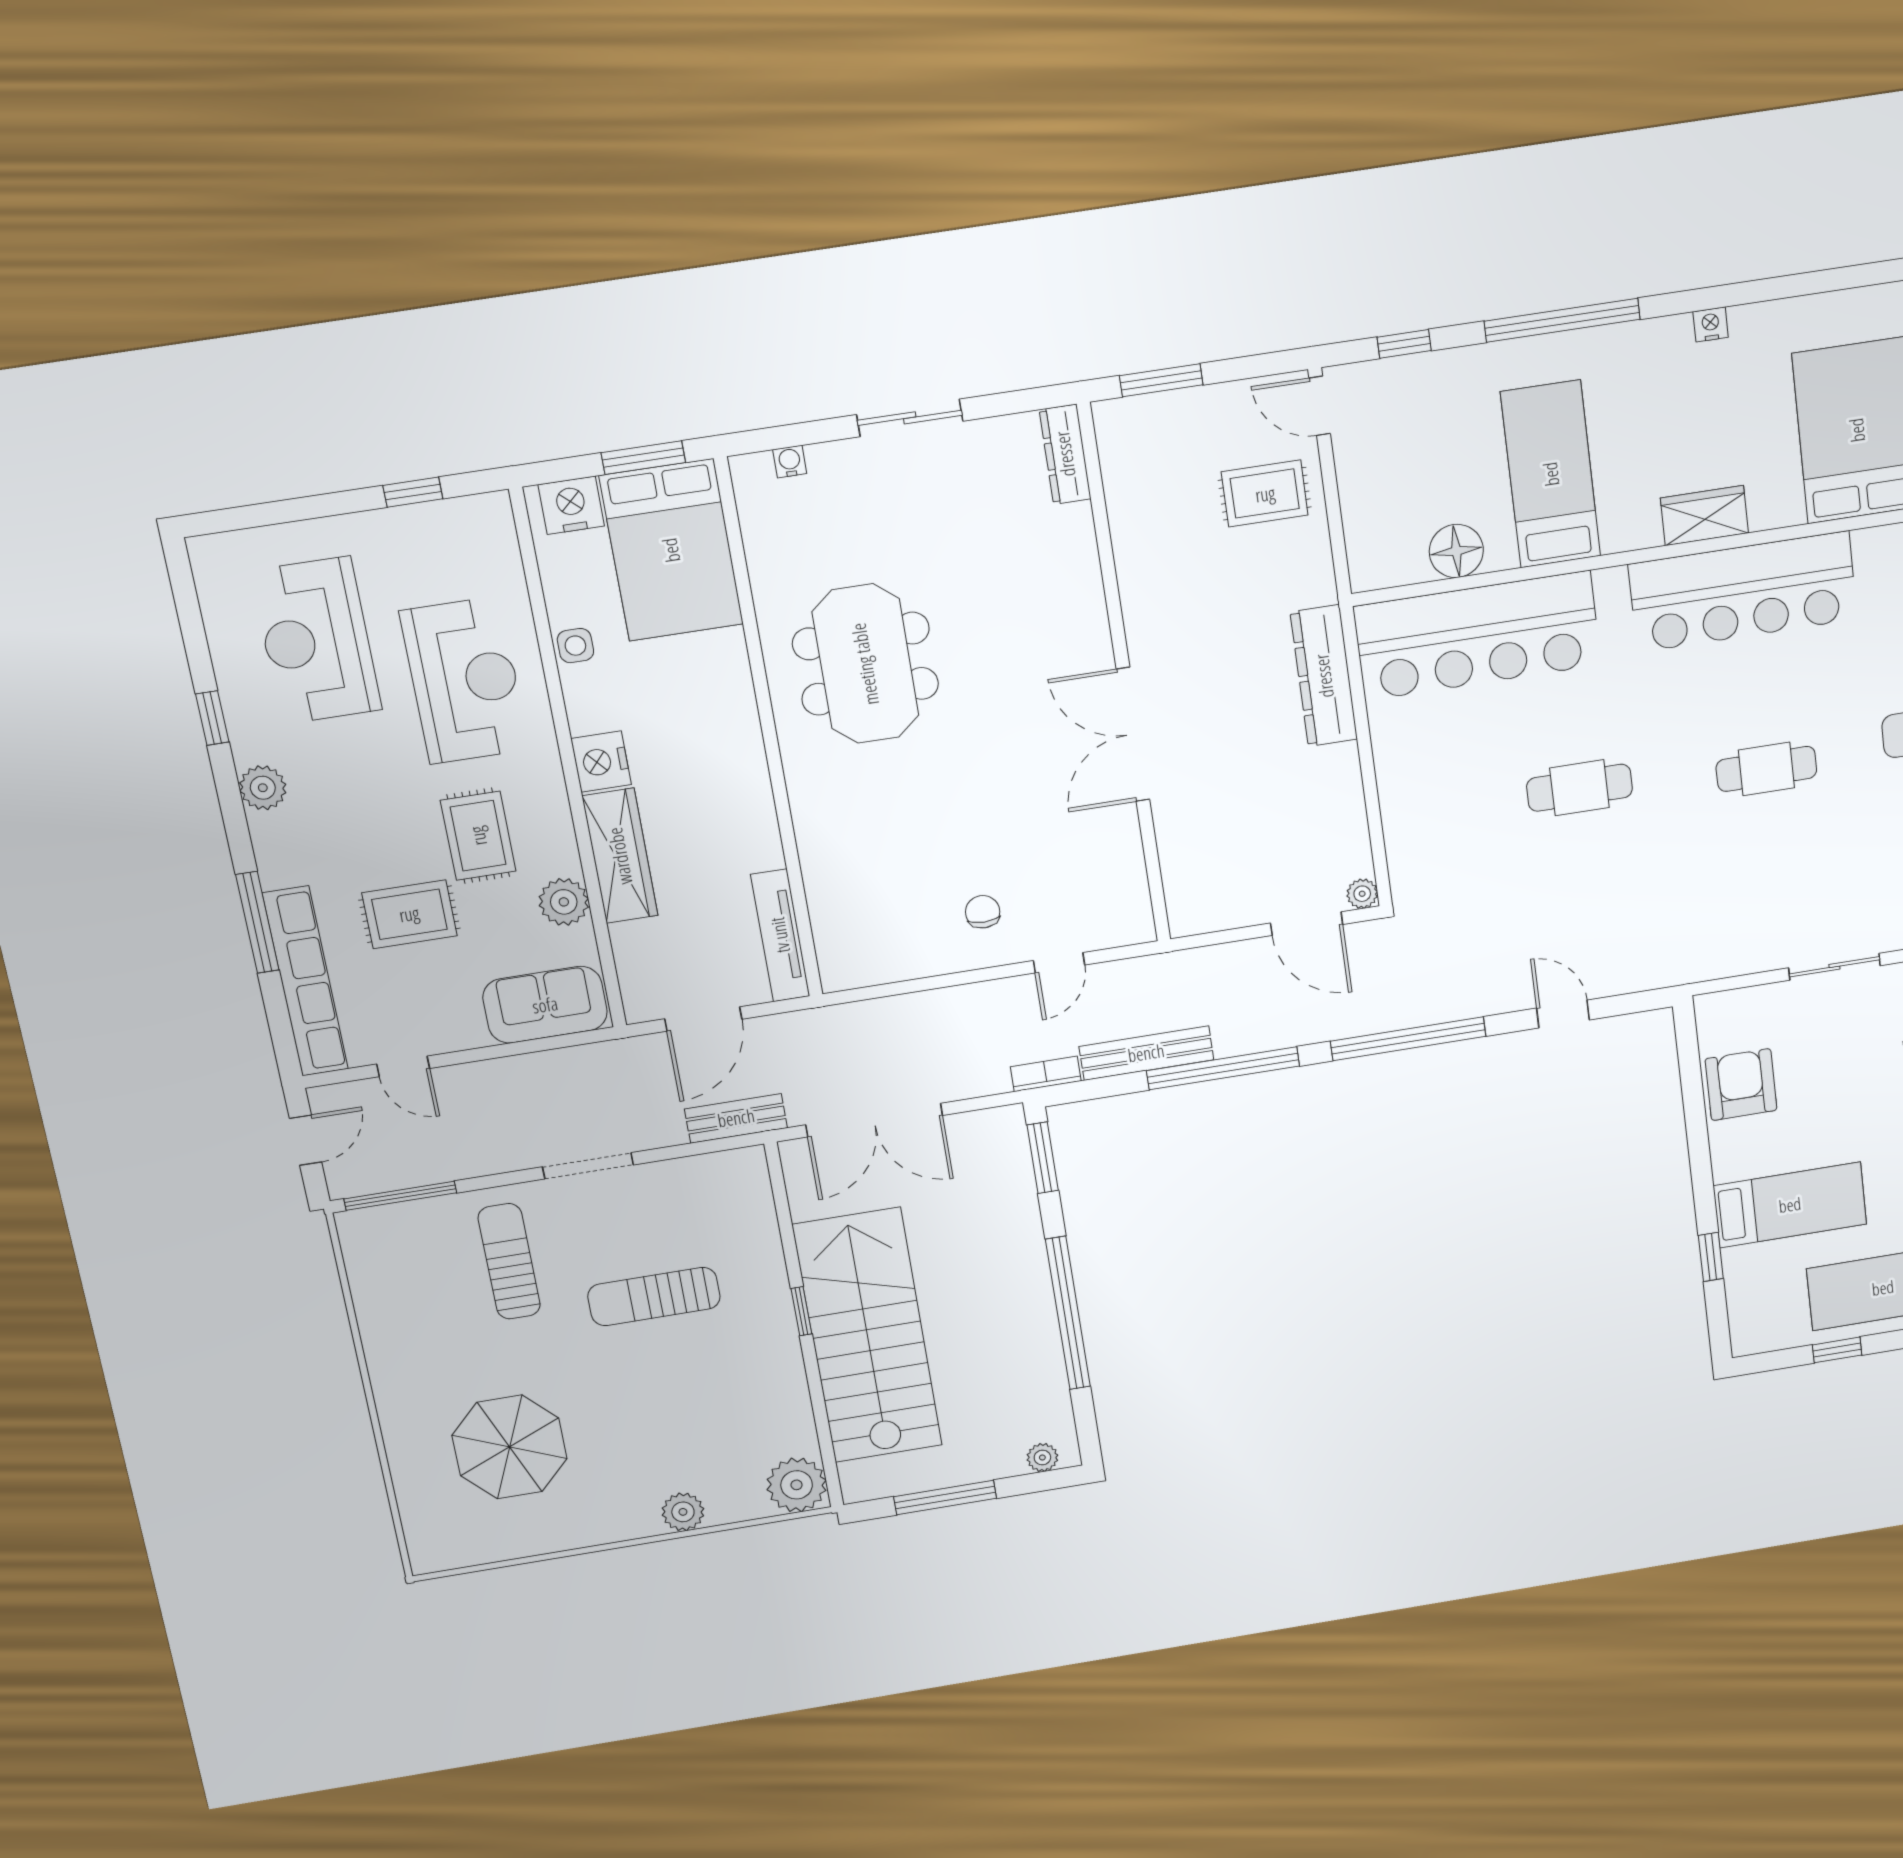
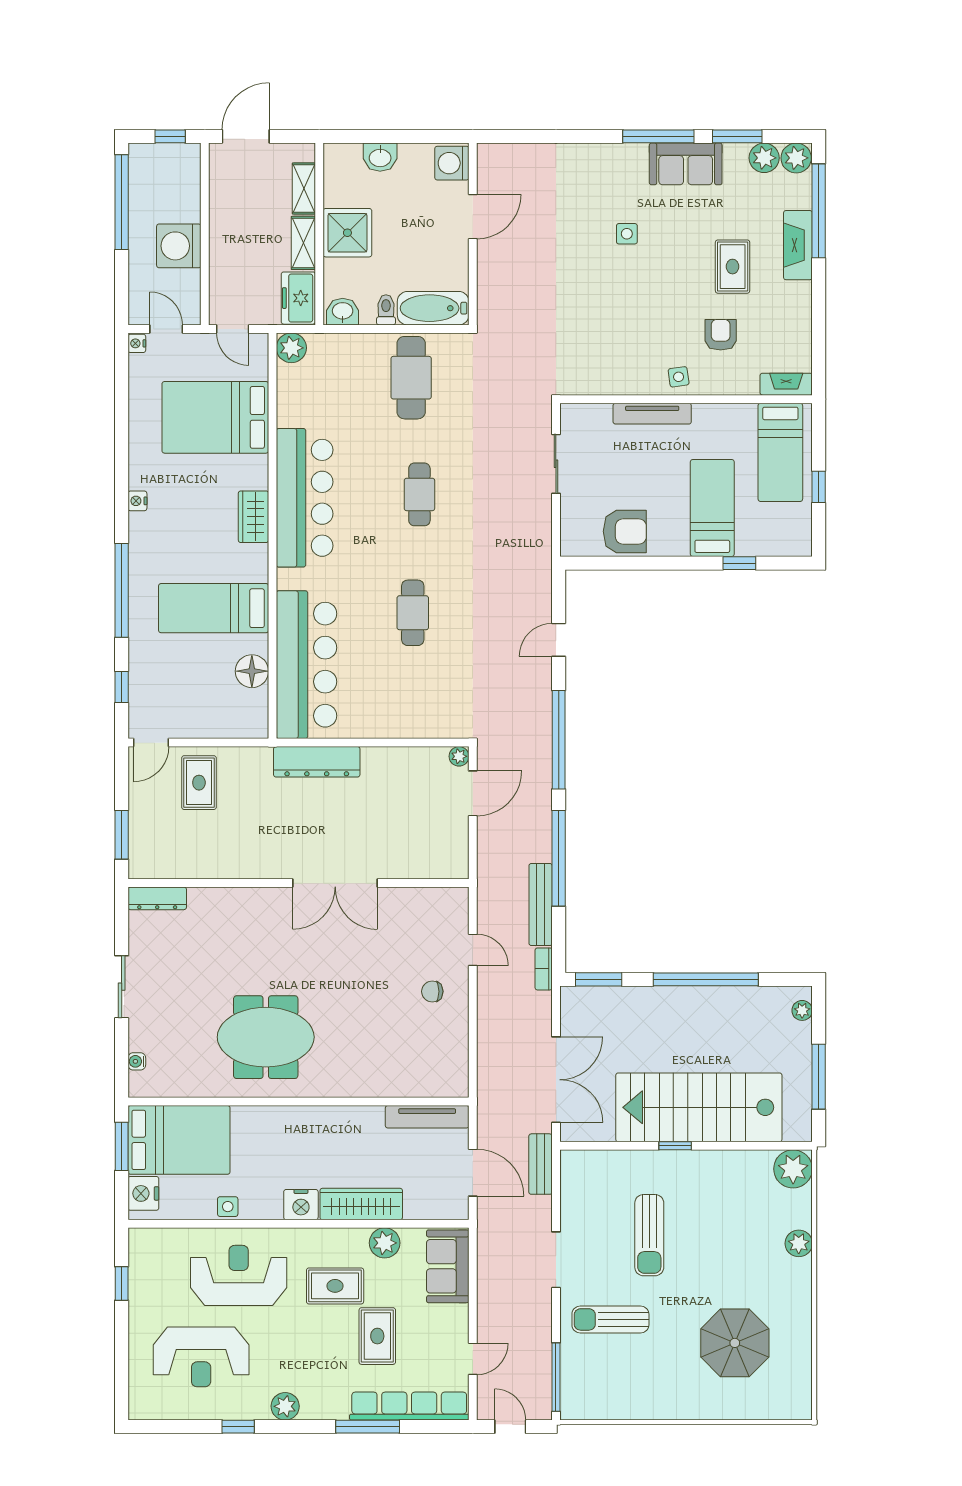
armchair: (1741, 1085) -> (625, 531), turned 180

